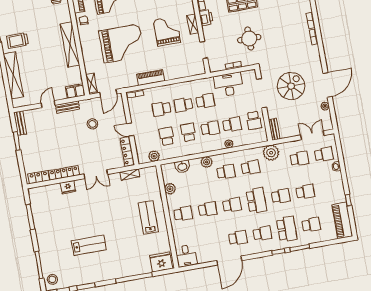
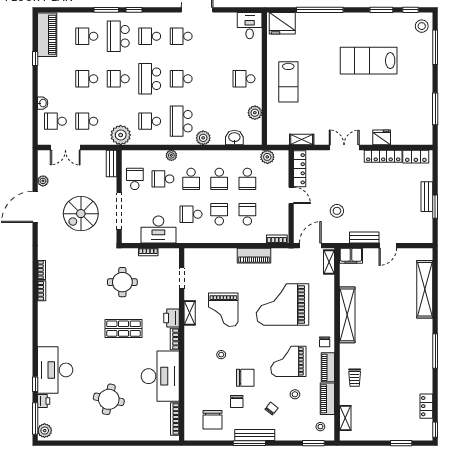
trolley: (17, 41) -> (412, 332), removed
school desk: (183, 105) -> (219, 214), turned -90
school desk: (162, 109) -> (247, 214), turned -90
bench: (20, 123) -> (427, 197), moved
school desk: (210, 128) -> (191, 179), turned -90
school desk: (226, 172) -> (181, 121), width x1.85
school desk: (208, 209) -> (213, 79), removed
lab bench: (89, 245) -> (369, 61), width x1.36, depth x1.39

